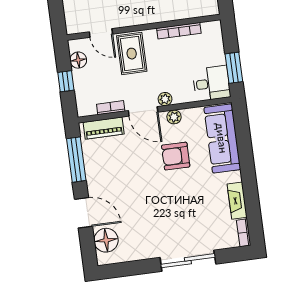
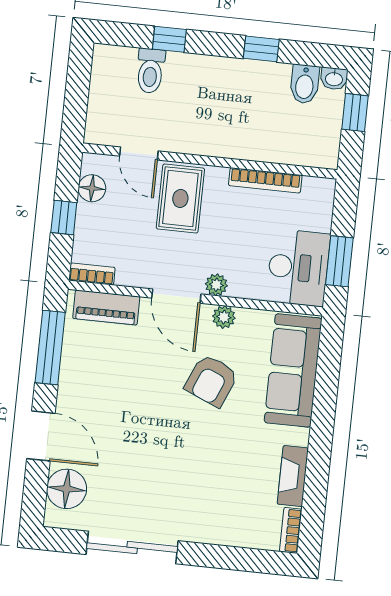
desk: (211, 83) -> (298, 268), width x1.37
bookcase: (111, 108) -> (92, 274), moved
armchair: (176, 156) -> (211, 381), turned -67
sliding door: (188, 261) -> (132, 548), moved

